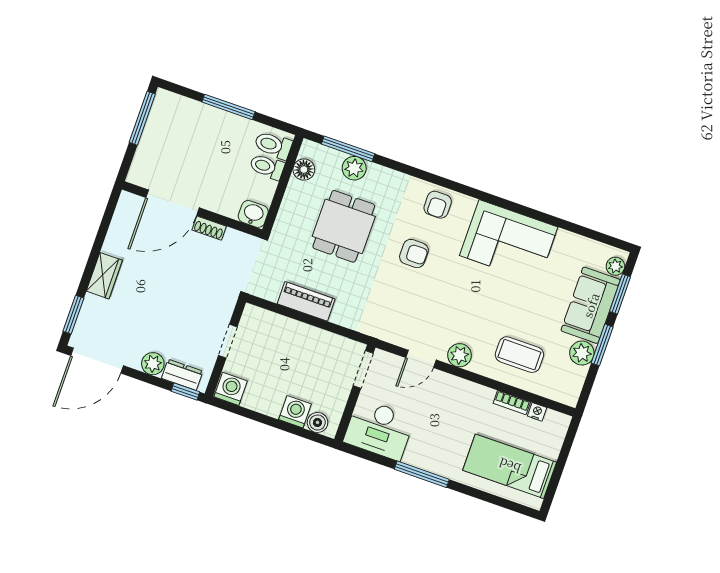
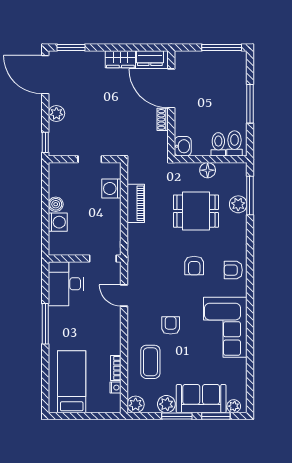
floor lamp: (304, 170) -> (208, 170), moved
wardrobe: (104, 276) -> (120, 59), moved
armchair: (481, 312) -> (171, 325), added
plant: (460, 355) -> (136, 404), moved
dresser: (182, 375) -> (150, 58), moved, turned 90
washing machine: (231, 389) -> (111, 188), moved, turned 180
boiler: (317, 422) -> (56, 204), moved

